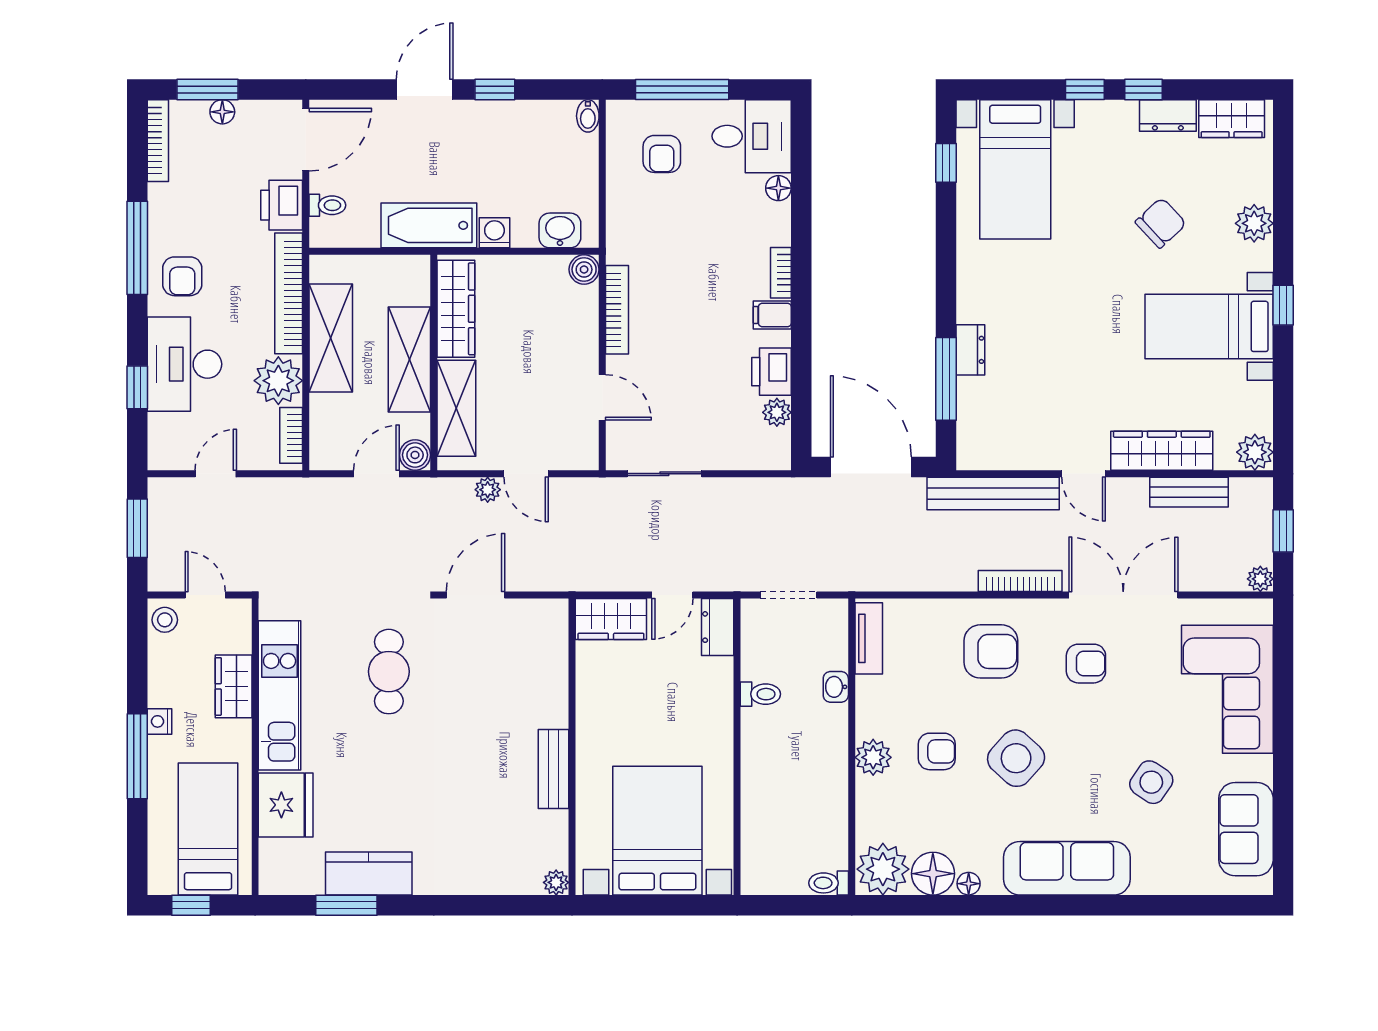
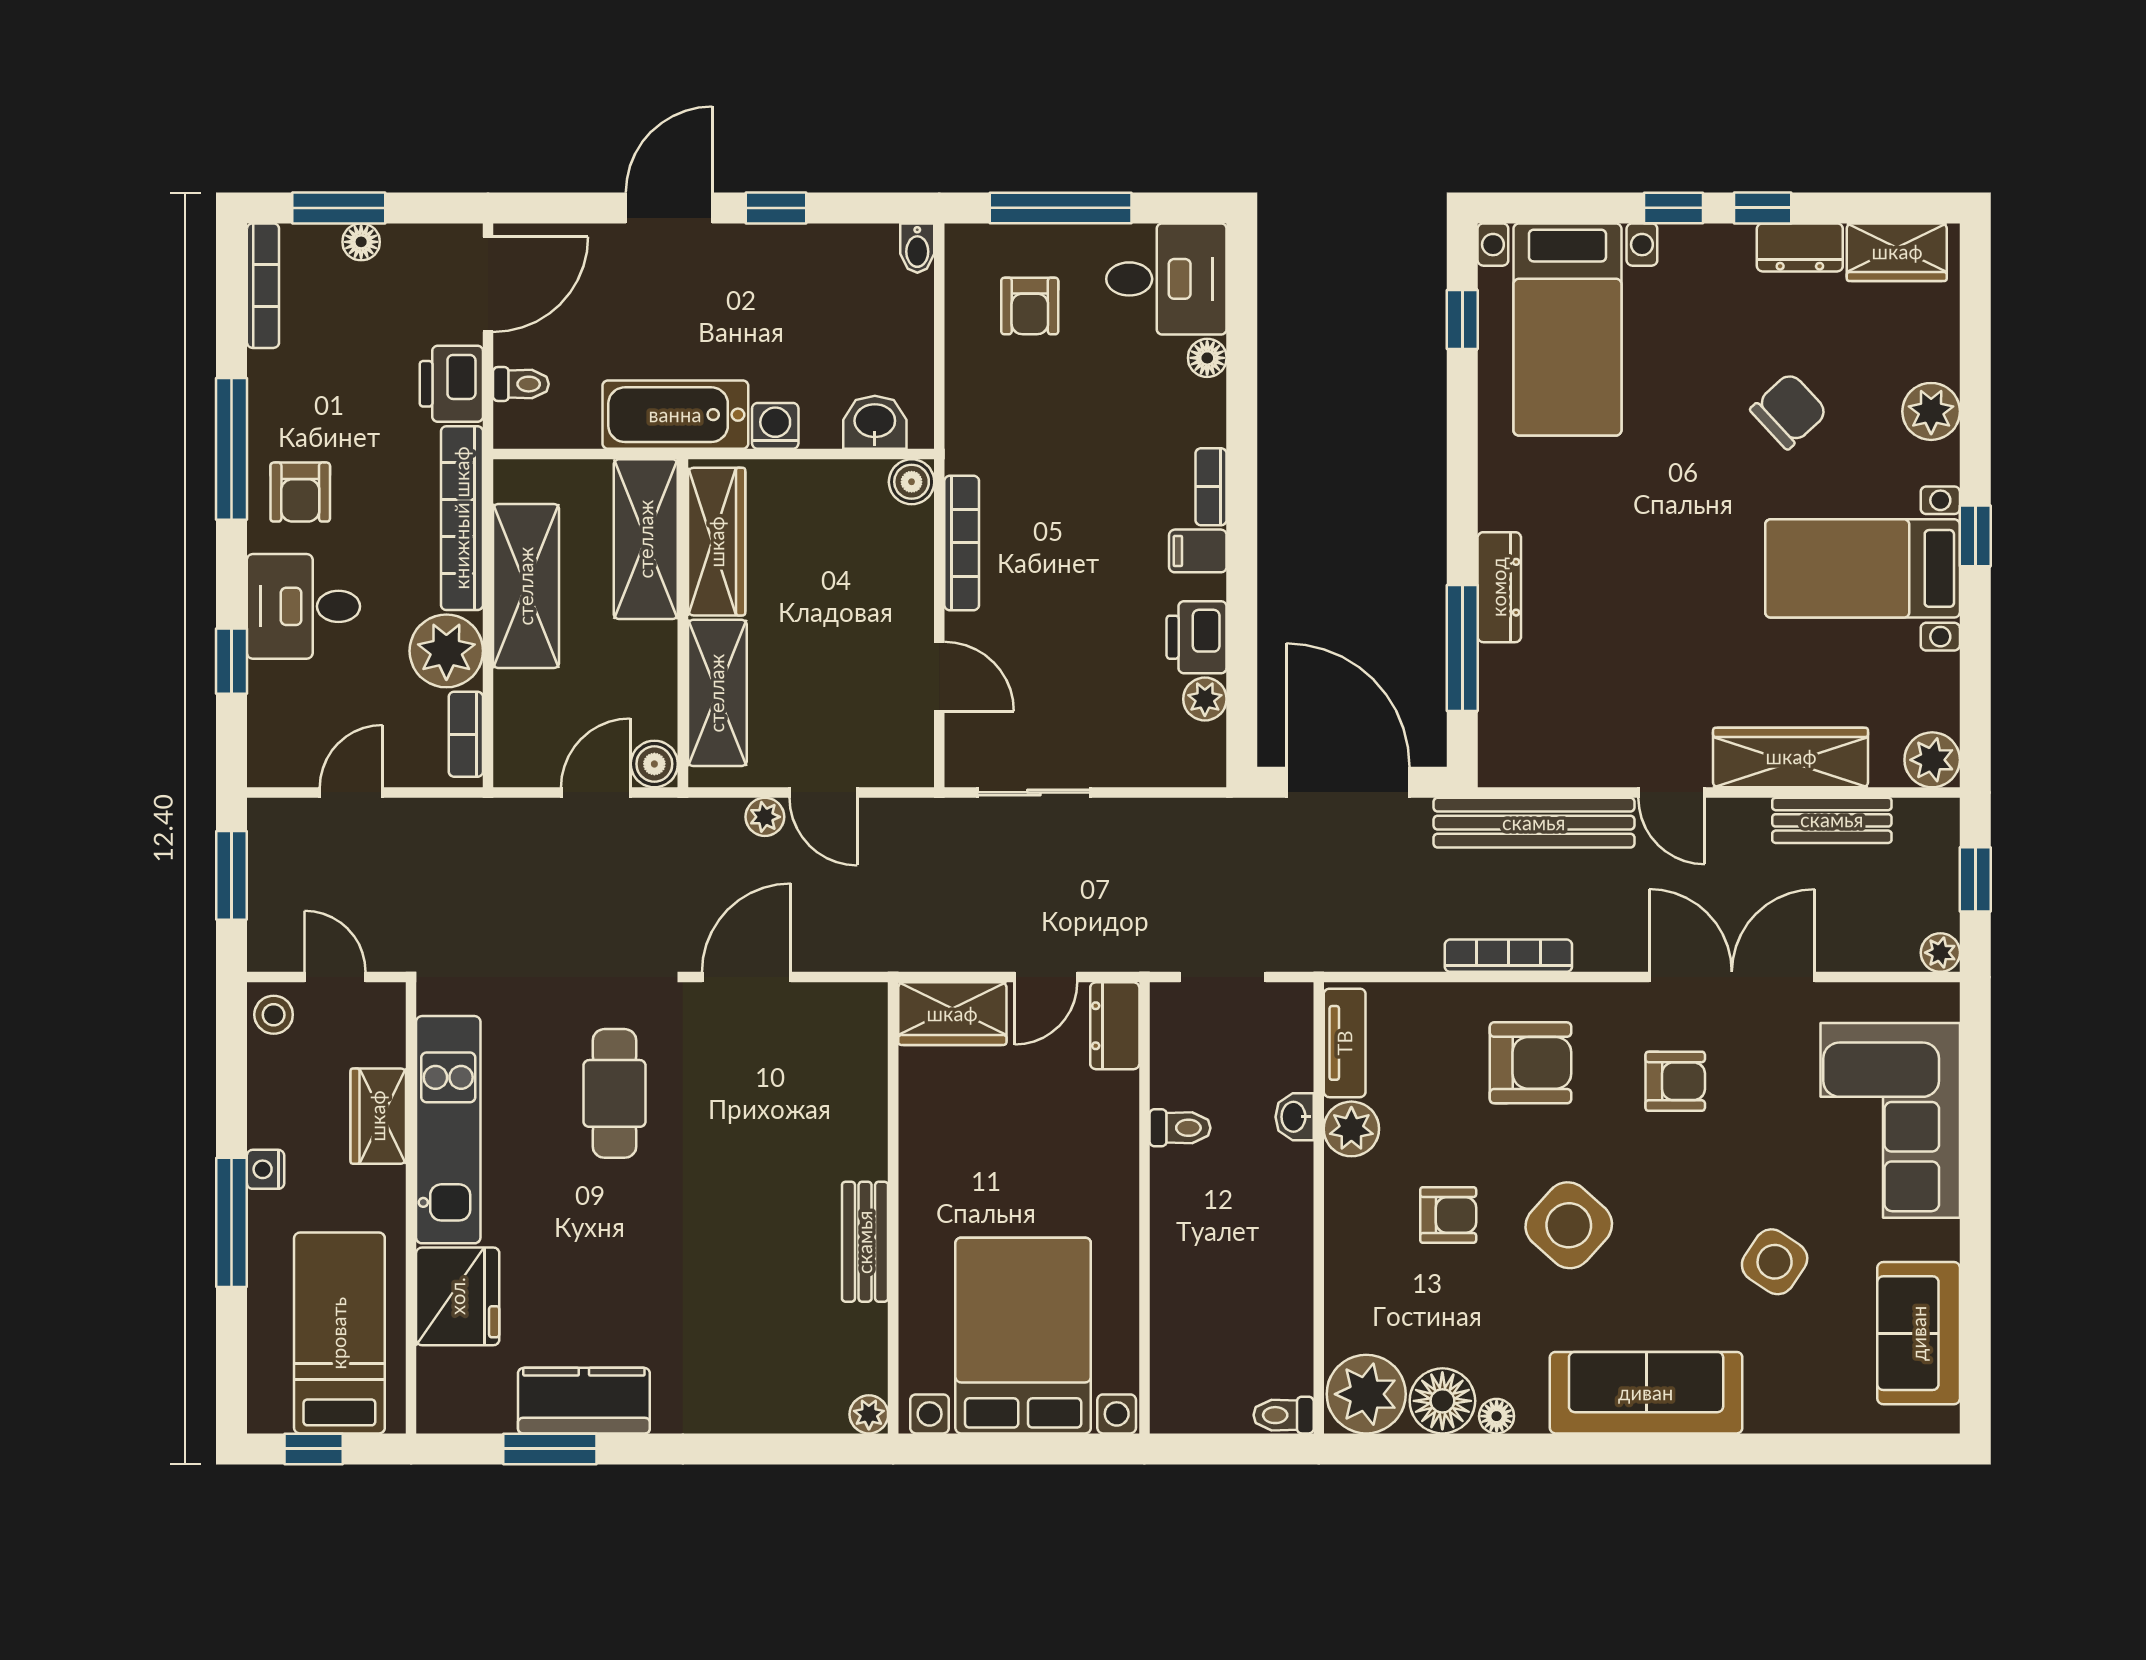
dresser: (970, 350) -> (1499, 587), width x1.44
shelving: (409, 359) -> (646, 539), moved
desk: (184, 364) -> (303, 606), width x0.73
bookcase: (1020, 581) -> (1508, 956), moved
plant: (873, 757) -> (1351, 1129), moved

